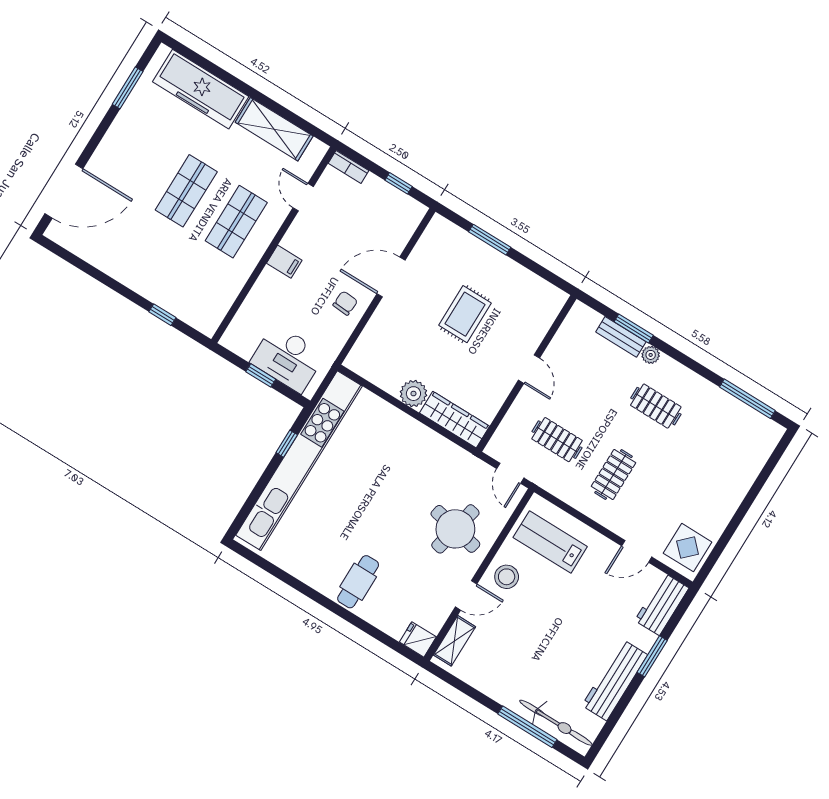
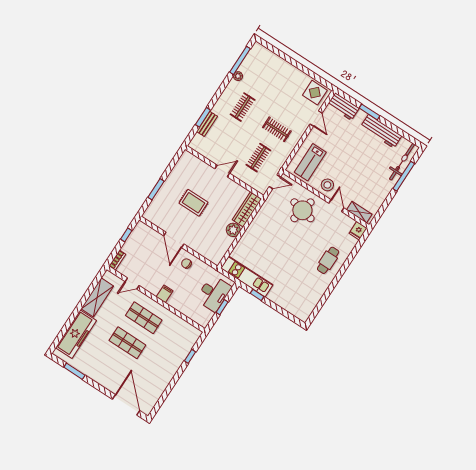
plant: (651, 355) -> (238, 76), moved
kitchen unit: (299, 461) -> (247, 276), width x0.54
cafe table: (358, 582) -> (328, 260), turned 90

